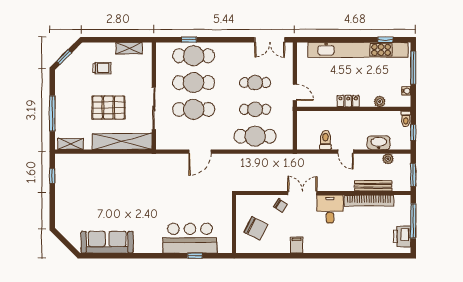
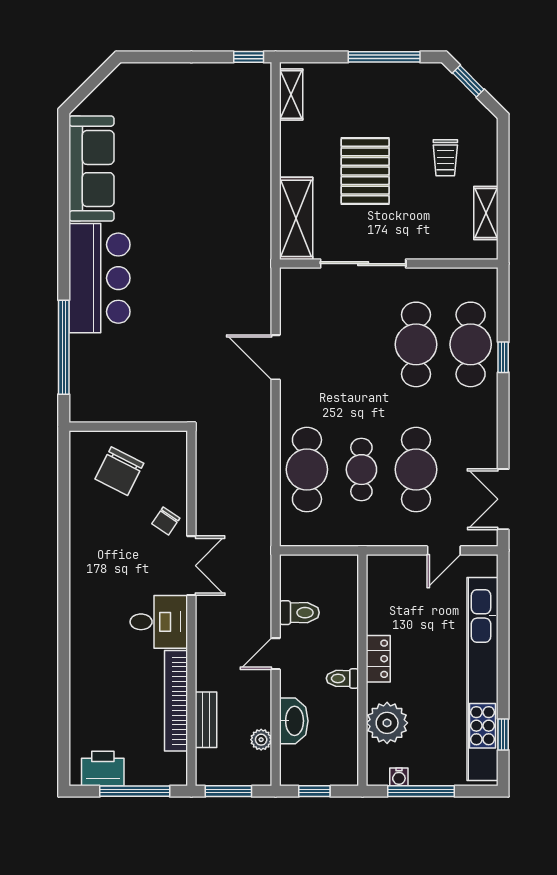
window: (189, 40) -> (503, 357), moved
window: (413, 68) -> (421, 791), moved
cafe table: (255, 83) -> (416, 470), width x1.37, depth x1.35
door: (295, 92) -> (444, 550), moved
plant: (380, 102) -> (387, 723), width x1.88, depth x1.88
cafe table: (194, 109) -> (361, 344), removed
window: (52, 113) -> (384, 57), moved
toilet: (406, 119) -> (342, 678), moved
shelving: (122, 142) -> (296, 218), width x0.68
window: (52, 176) -> (249, 57), moved
bench: (373, 186) -> (206, 720), width x0.73
bar counter: (190, 238) -> (99, 278), moved
filing cabinet: (297, 245) -> (86, 554), removed
window: (195, 256) -> (64, 347), width x3.17

